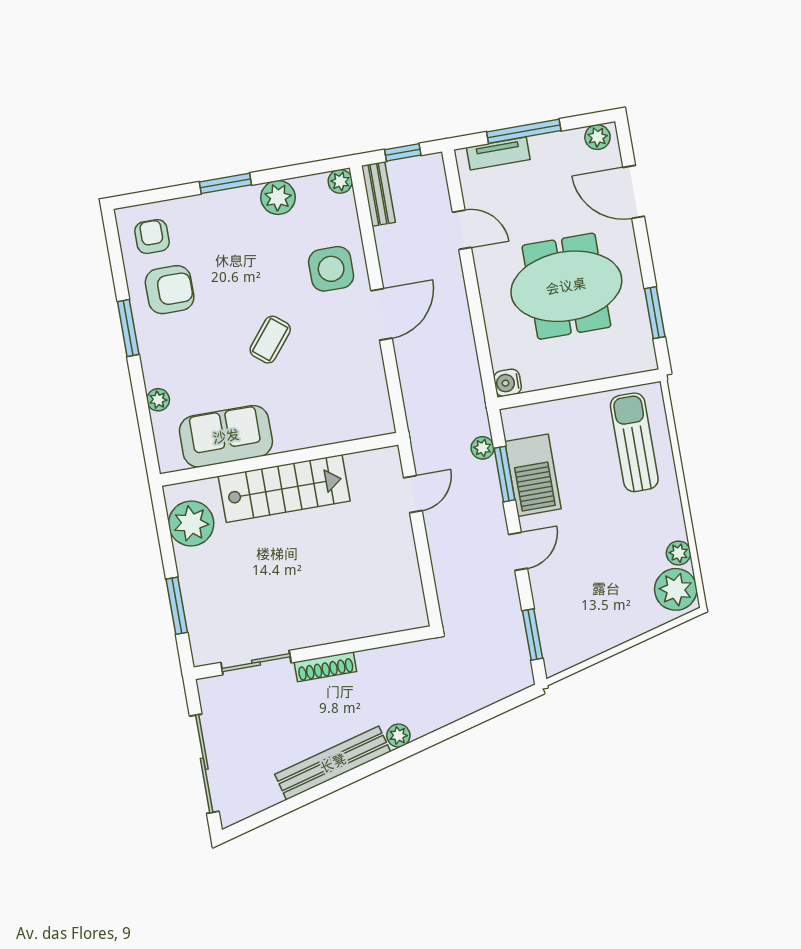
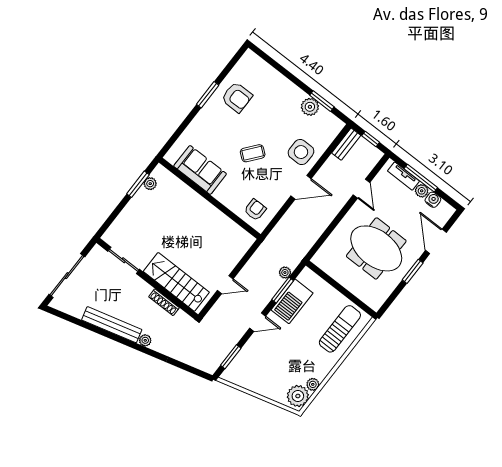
plant: (597, 137) -> (422, 191), moved
plant: (340, 181) -> (338, 125), removed
window: (225, 183) -> (322, 101), moved
armchair: (152, 237) -> (255, 210), moved
window: (655, 313) -> (413, 271), moved
water cooler: (508, 383) -> (433, 200), moved, turned 90
plant: (158, 400) -> (190, 131), removed
stairs: (284, 489) -> (176, 282), moved, turned 180
door: (413, 494) -> (225, 285), moved
plant: (191, 523) -> (150, 184), width x0.53, depth x0.53
window: (177, 606) -> (138, 184), moved
shoe rack: (325, 667) -> (164, 302), moved

